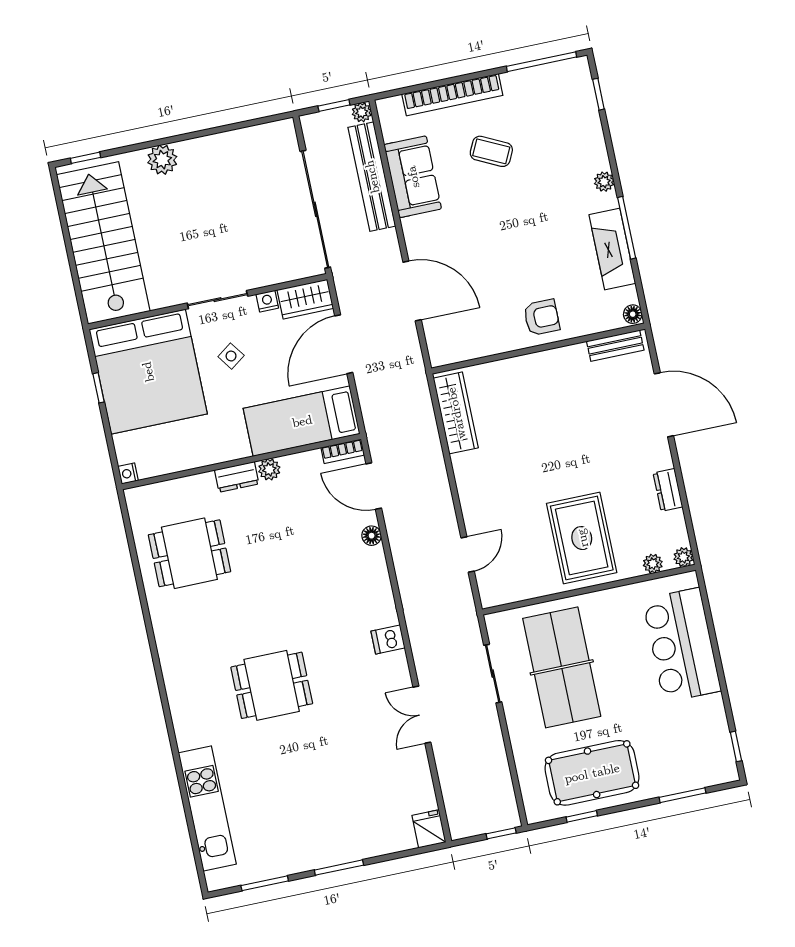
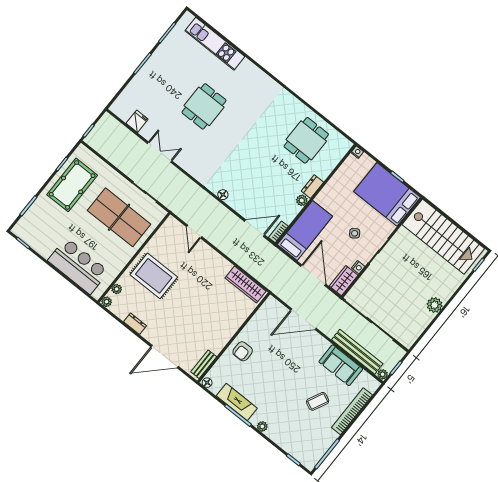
plant: (162, 160) -> (435, 305), moved
bed: (148, 372) -> (387, 194), width x0.73
floor lamp: (372, 536) -> (223, 195), moved
dishwasher: (388, 639) -> (198, 171), removed
dining table: (272, 685) -> (204, 106), moved
fridge: (429, 829) -> (137, 121), moved, turned -90

